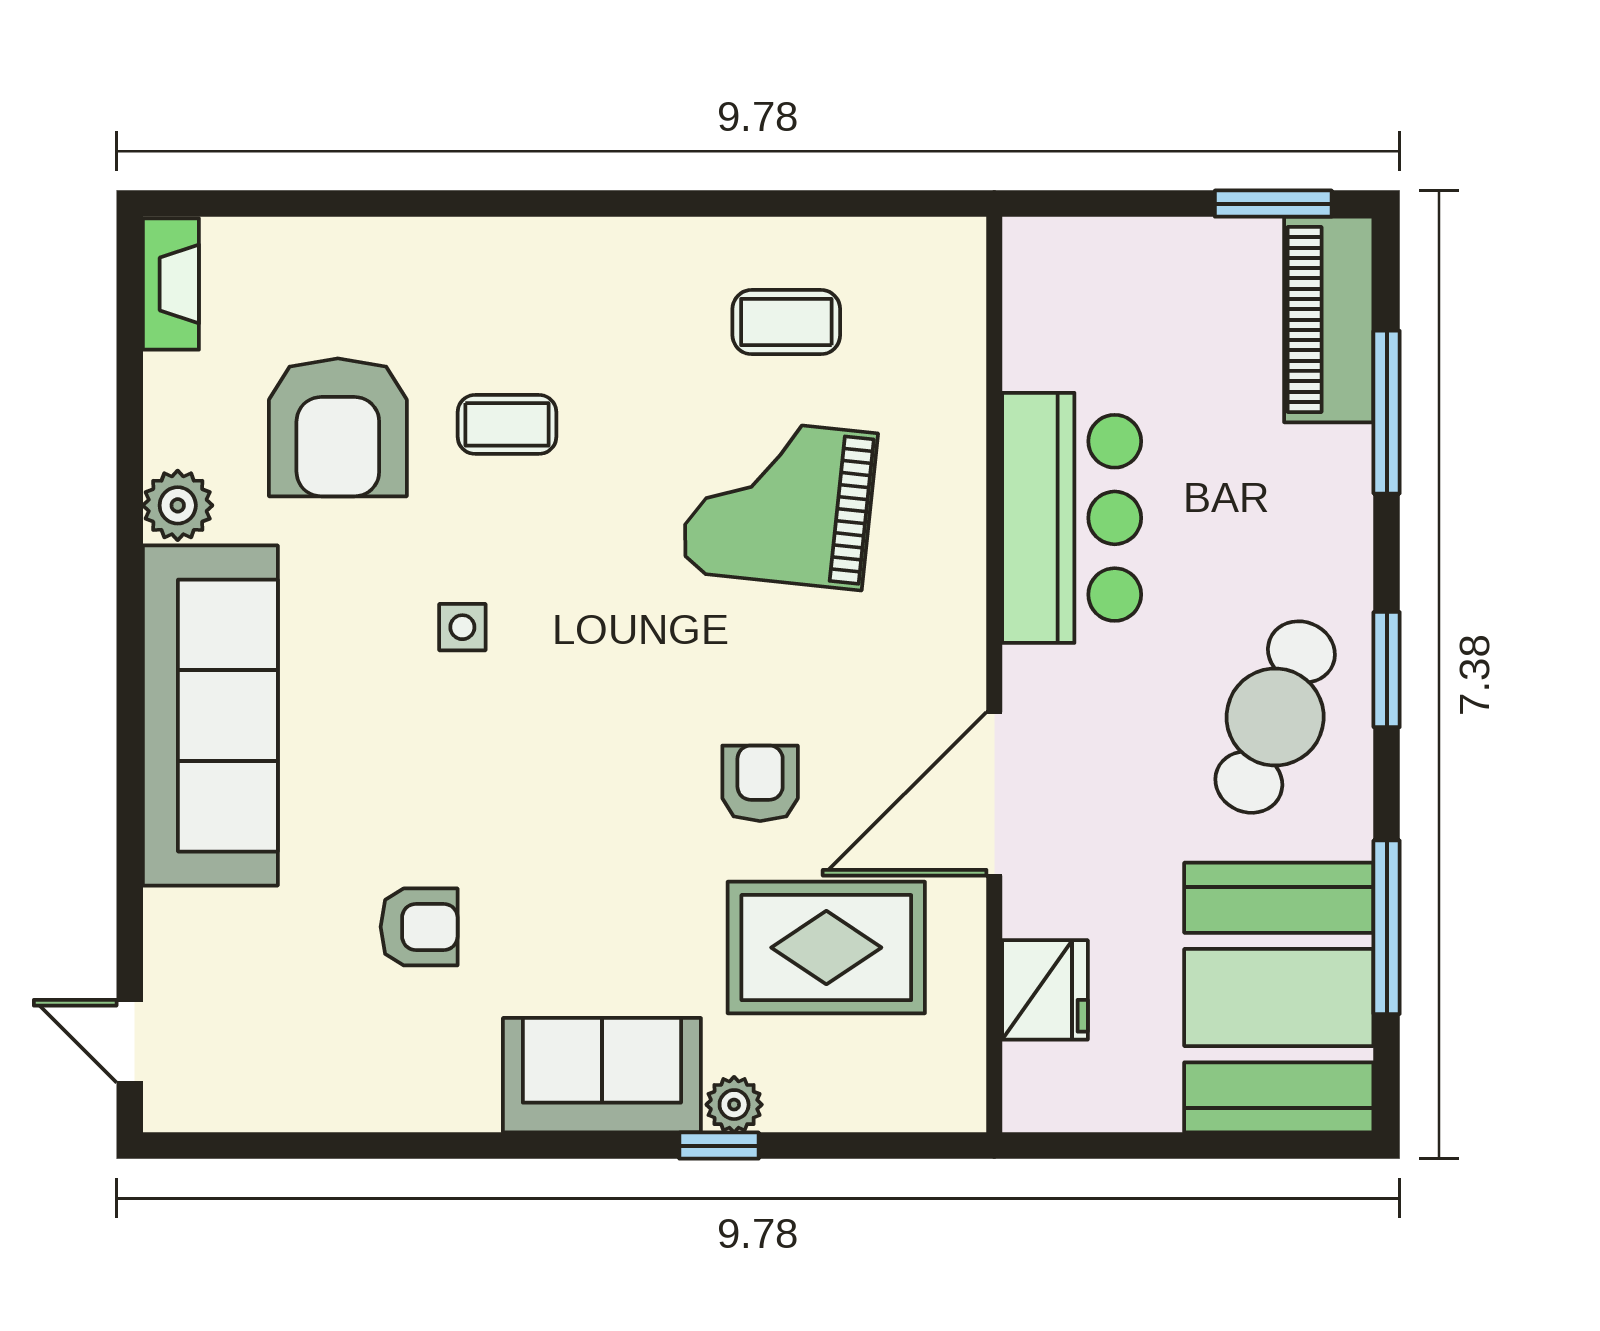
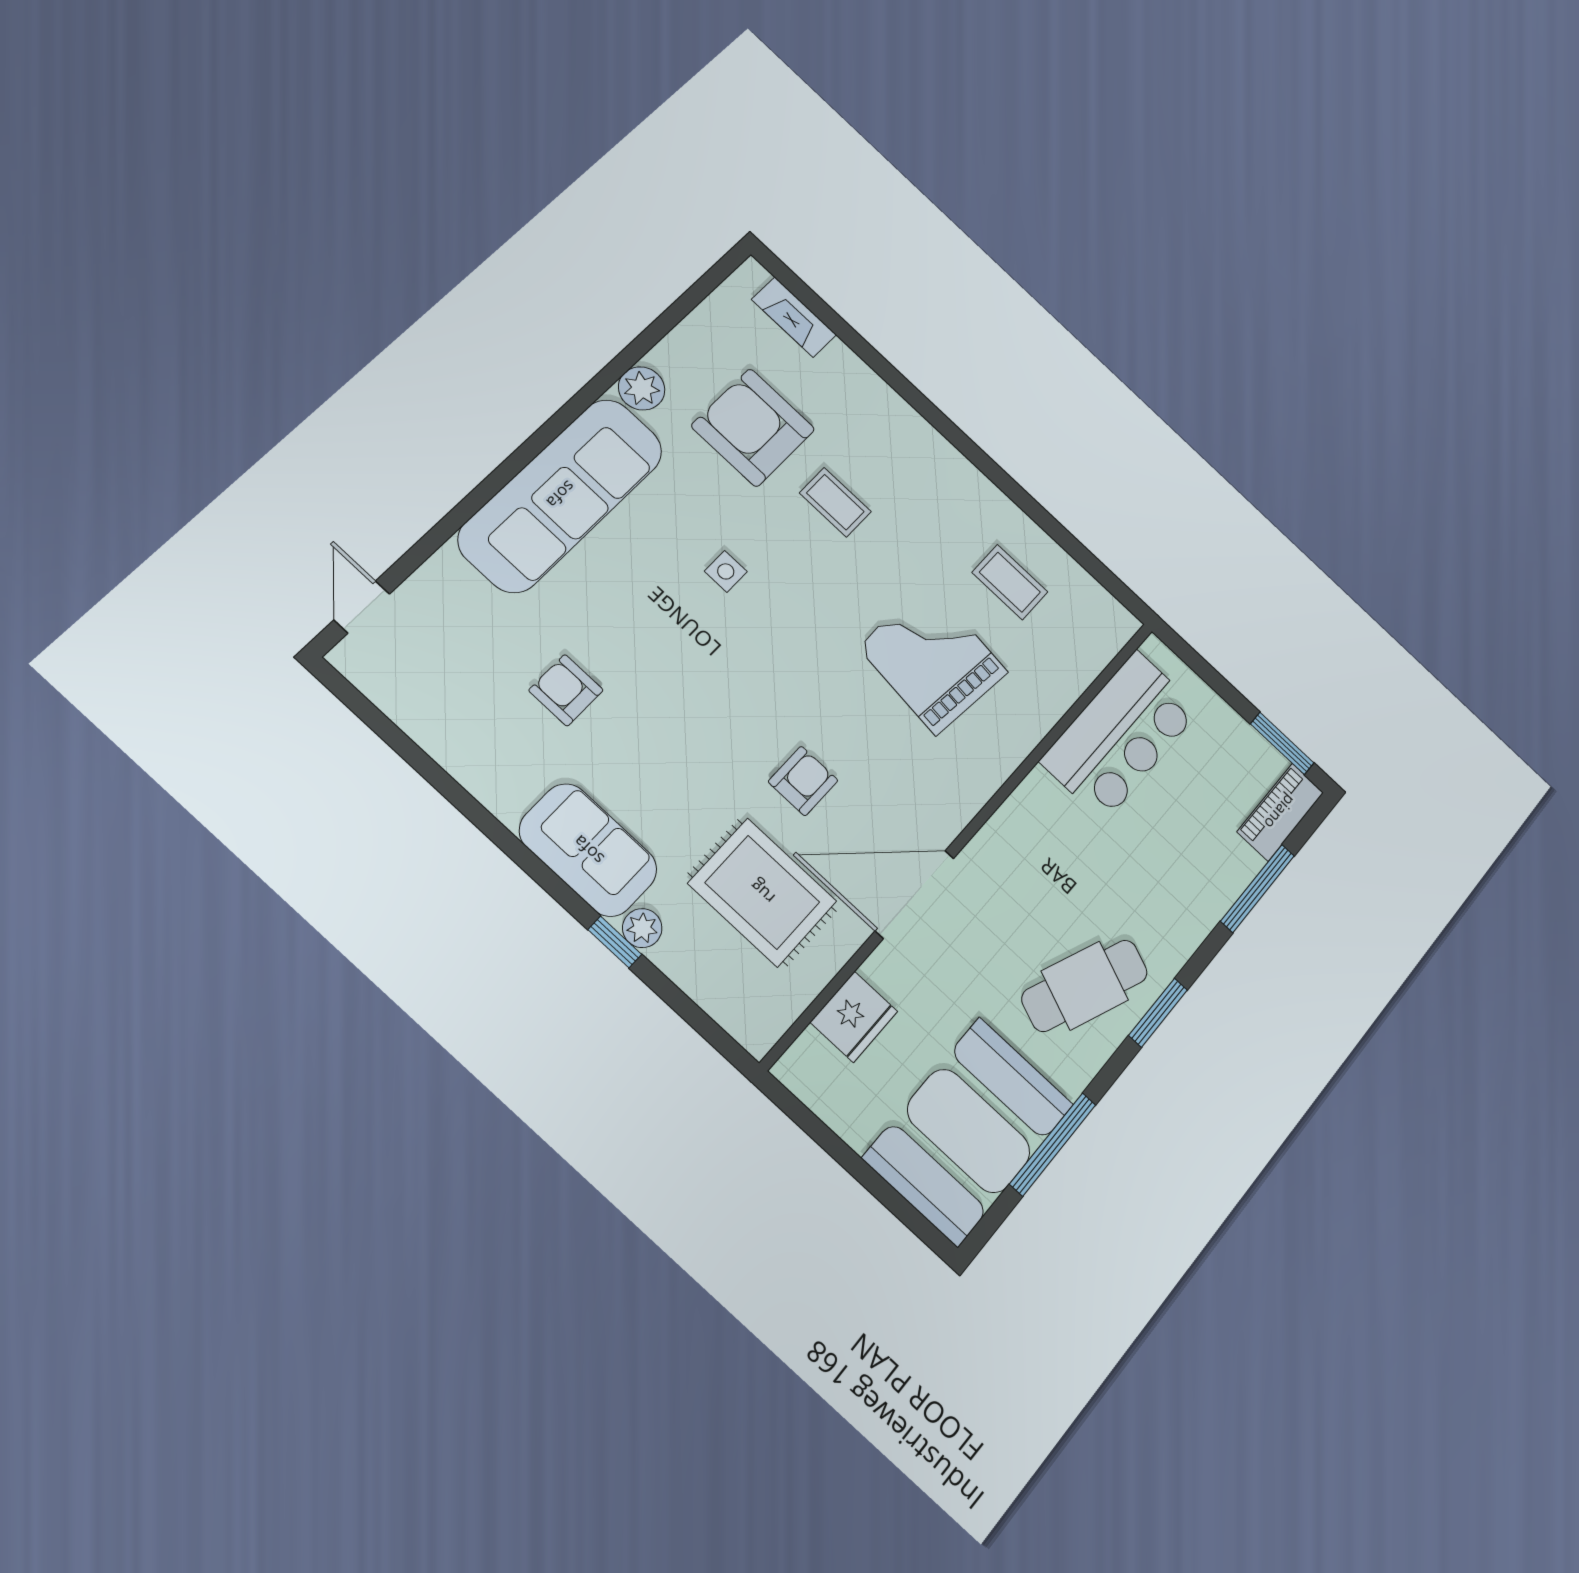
fireplace: (171, 284) -> (794, 317), moved, turned 90
piano: (1329, 320) -> (1280, 812), width x0.73, depth x0.75
armchair: (338, 427) -> (753, 428), turned 90
bar counter: (1072, 518) -> (1121, 735), moved
armchair: (419, 927) -> (566, 690), turned 180

